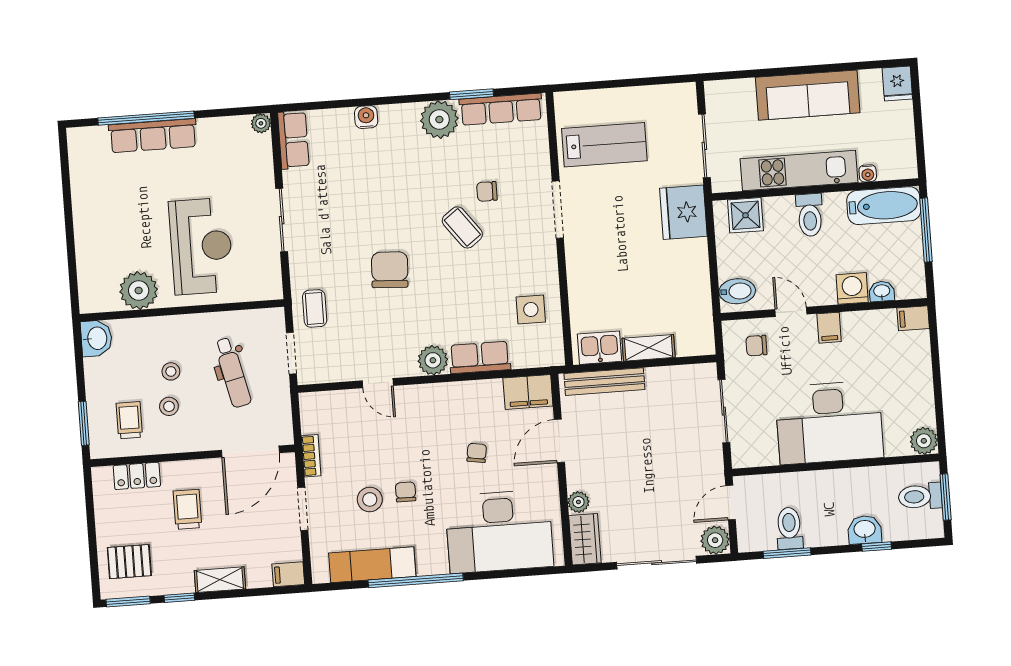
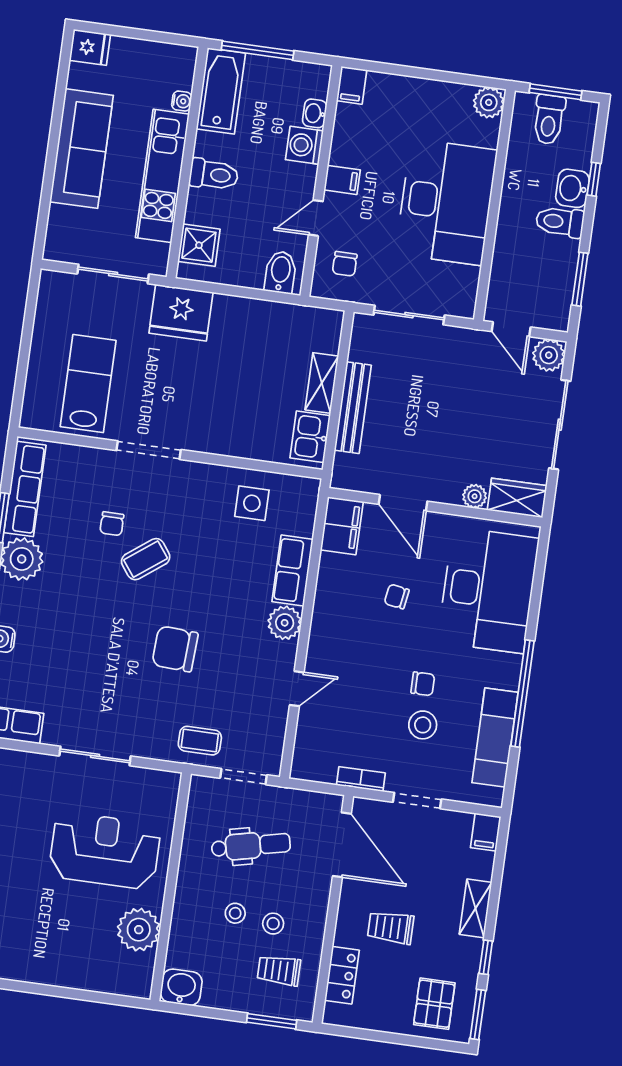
bench: (604, 382) -> (353, 408), moved
chair: (406, 492) -> (423, 684), turned 180
toilet: (789, 528) -> (560, 222), moved

